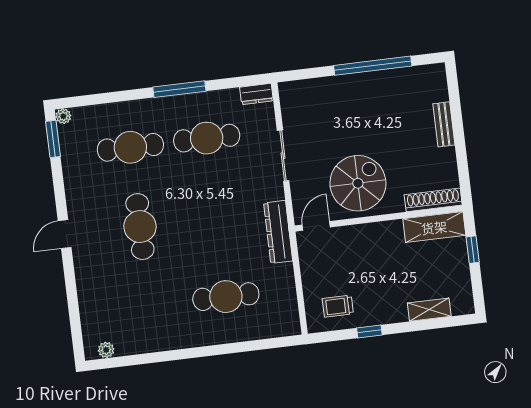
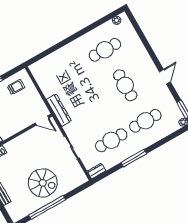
spiral stairs: (358, 183) -> (43, 183), moved, turned -90
door: (316, 226) -> (42, 121), hinge flipped
door: (65, 234) -> (165, 77), moved
cafe table: (226, 297) -> (105, 50), moved

